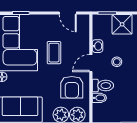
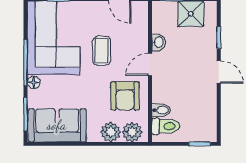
stool: (117, 62) -> (184, 63), removed
toilet: (103, 86) -> (166, 126), moved

